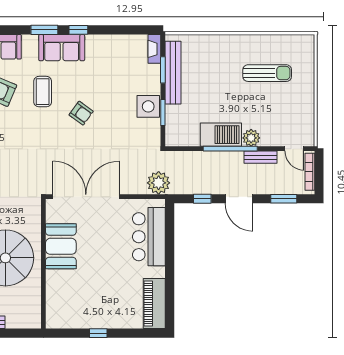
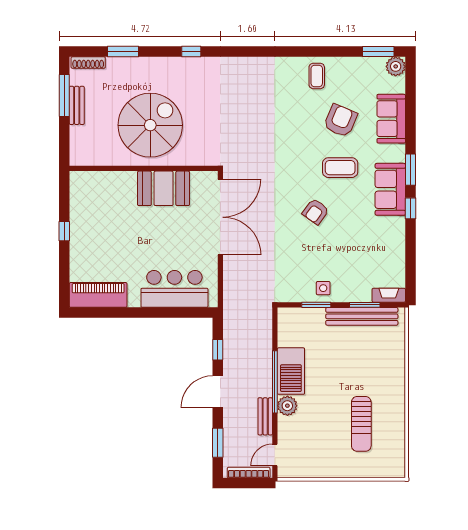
side table: (148, 106) -> (323, 288), width x0.54, depth x0.54
plant: (159, 183) -> (236, 300), removed

